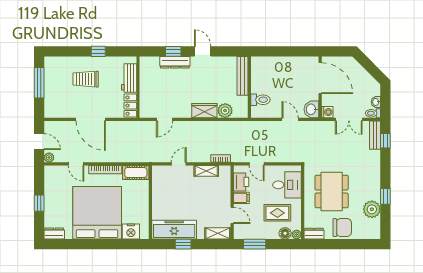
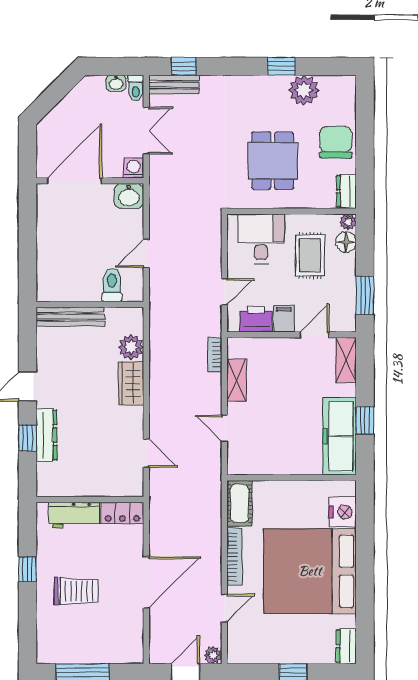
trolley: (86, 79) -> (76, 591), turned -90
door: (290, 119) -> (146, 253), moved
dining table: (332, 192) -> (273, 161), width x0.73

